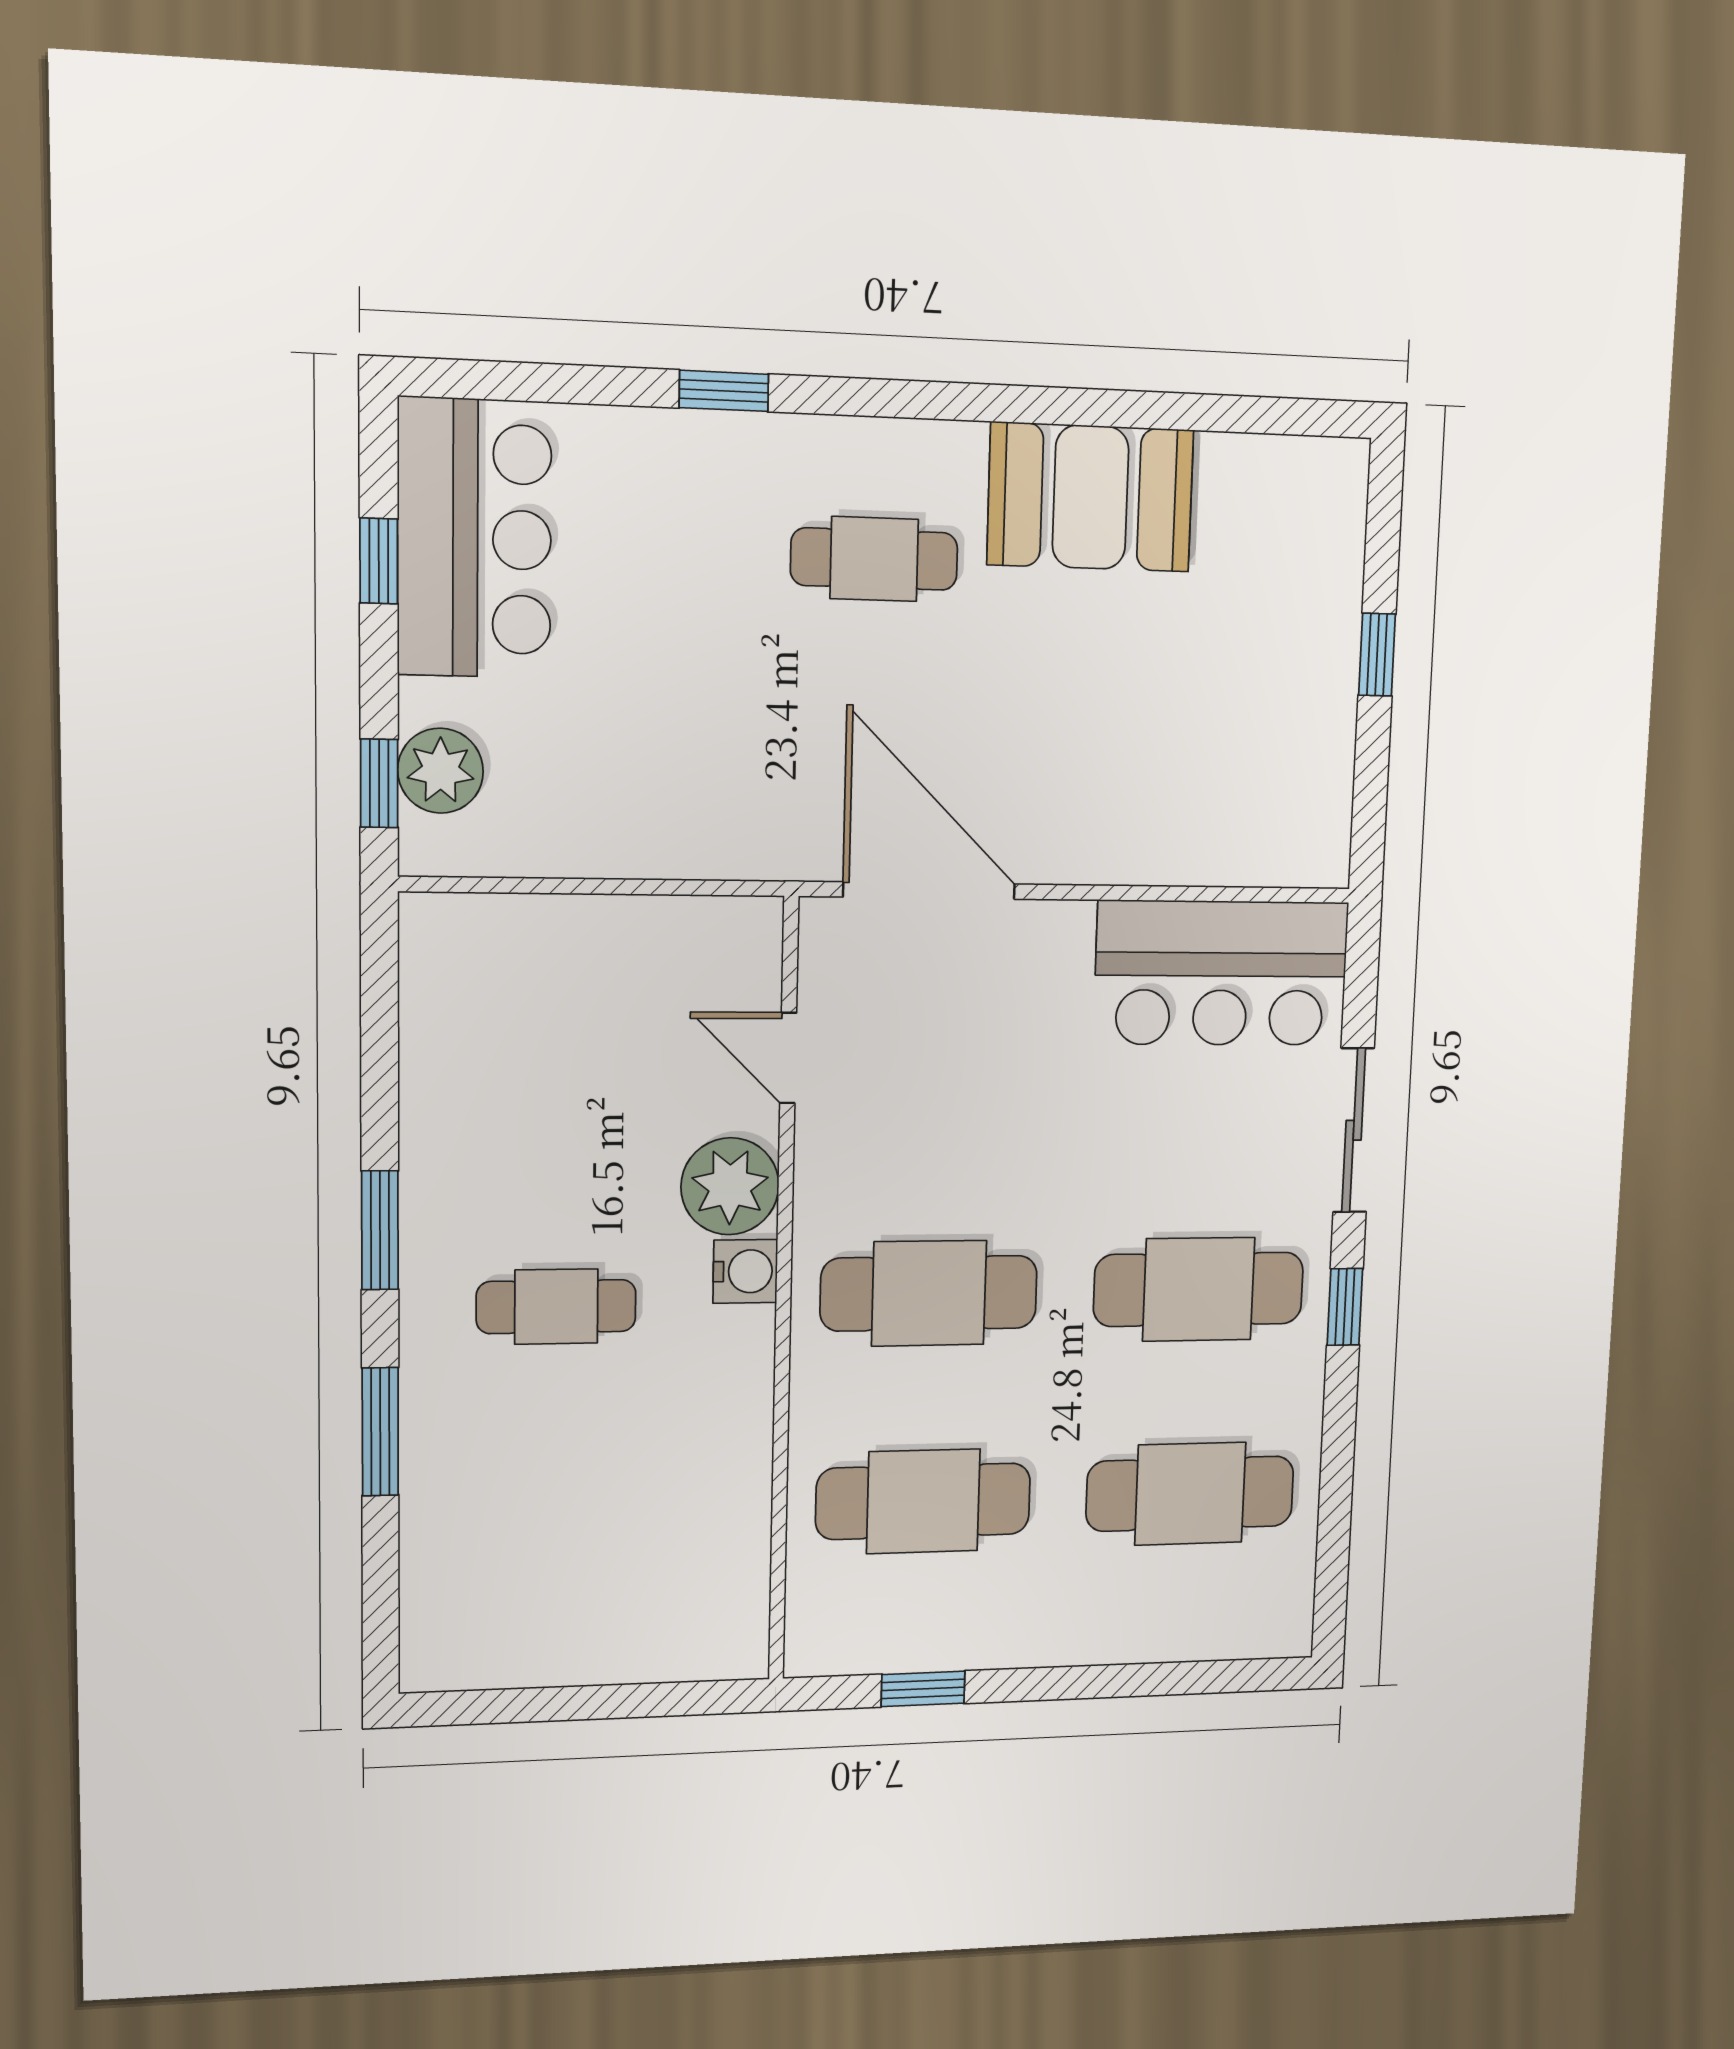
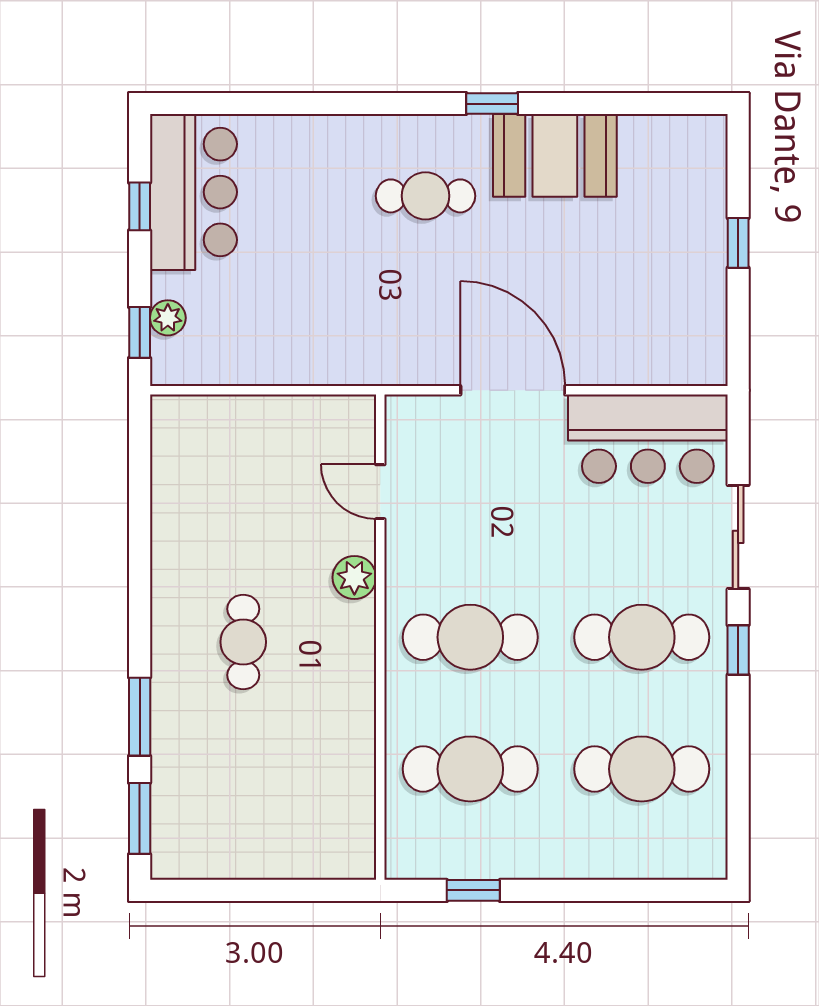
window: (724, 391) -> (492, 104), moved
plant: (441, 771) -> (168, 318), width x0.73, depth x0.73
door: (929, 891) -> (513, 390), moved
plant: (730, 1186) -> (354, 577), width x0.73, depth x0.73
window: (380, 1230) -> (140, 818), moved
water cooler: (745, 1271) -> (357, 622), removed
cafe table: (556, 1307) -> (243, 642), turned 90

